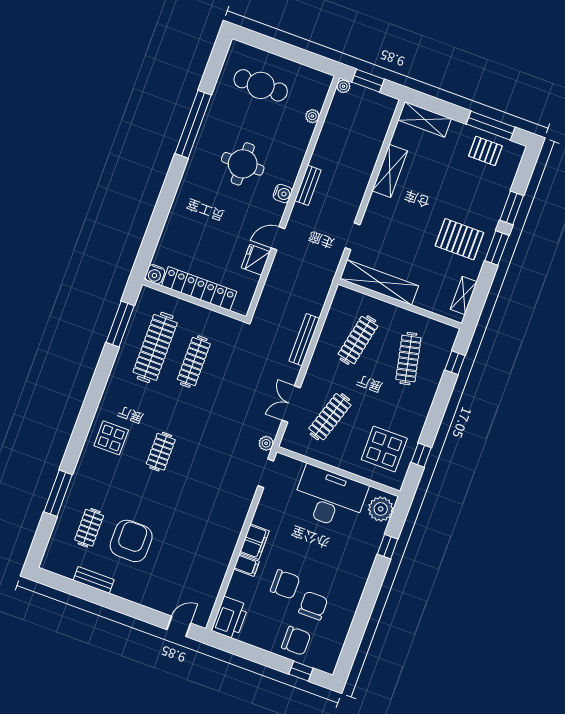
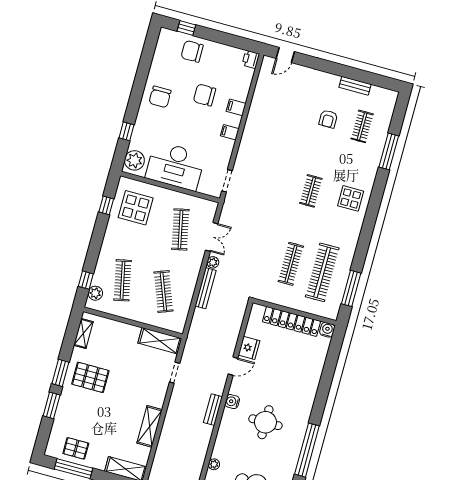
shelving: (379, 282) -> (160, 341), width x0.68
clothes rail: (358, 340) -> (163, 292), turned -33
plant: (444, 345) -> (95, 293), added
clothes rail: (330, 417) -> (180, 229), turned -30
plant: (266, 443) -> (213, 262), moved
armchair: (131, 541) -> (328, 119), width x0.53, depth x0.53
filing cabinet: (254, 542) -> (230, 132), width x0.50
chair: (313, 606) -> (160, 97), moved
printer: (230, 618) -> (251, 59), width x0.53, depth x0.68

